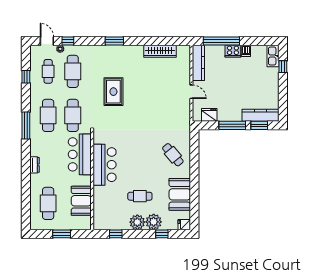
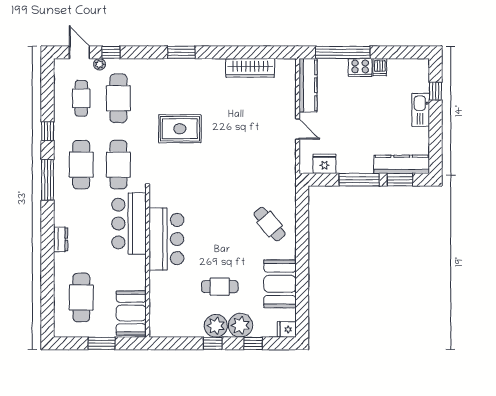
kitchen sink: (273, 56) -> (421, 110), moved
window: (26, 77) -> (48, 131), moved
rug: (113, 92) -> (180, 129), turned 90
booth: (81, 201) -> (131, 313), moved
window: (116, 234) -> (213, 343), moved

